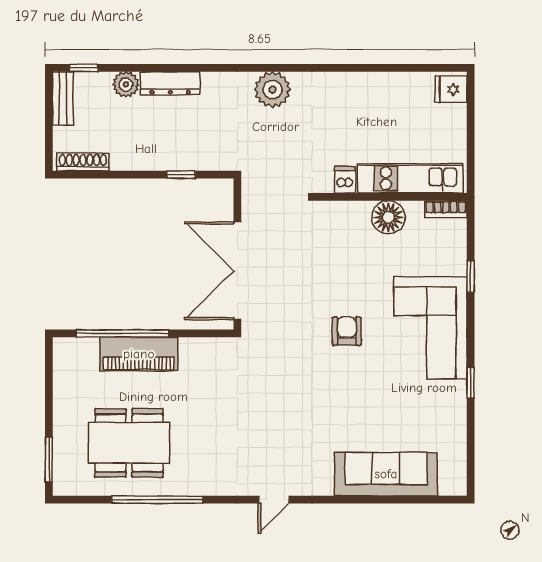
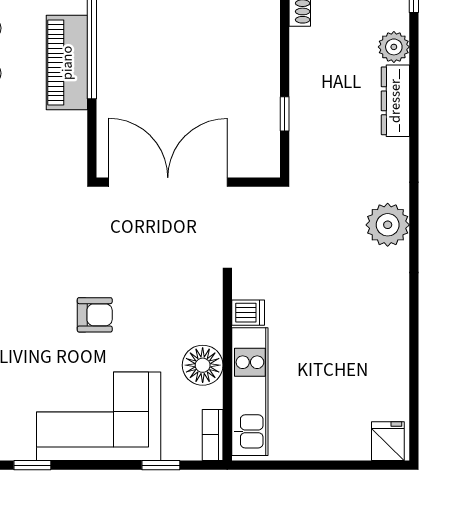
kitchen unit: (410, 178) -> (250, 392), moved
dishwasher: (345, 180) -> (248, 313), moved
wall: (391, 197) -> (227, 369), moved
bookcase: (446, 209) -> (213, 435), moved
floor lamp: (388, 217) -> (203, 365), moved

